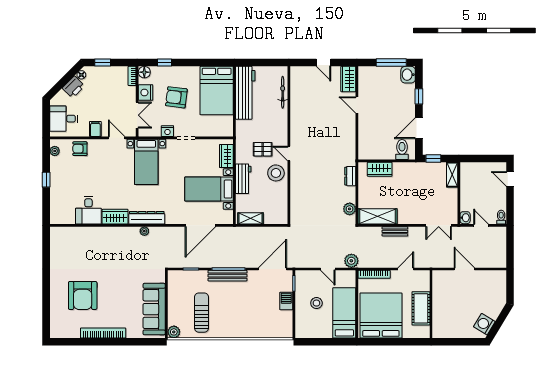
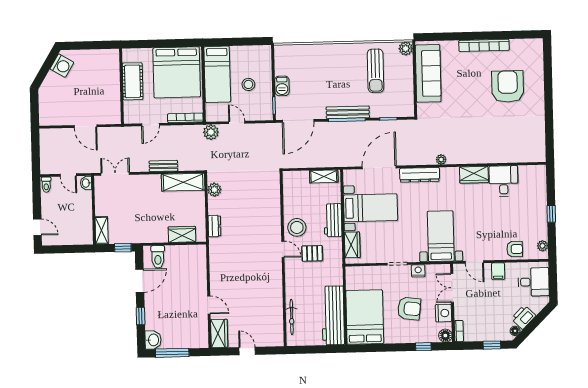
dresser: (147, 218) -> (420, 175), moved

